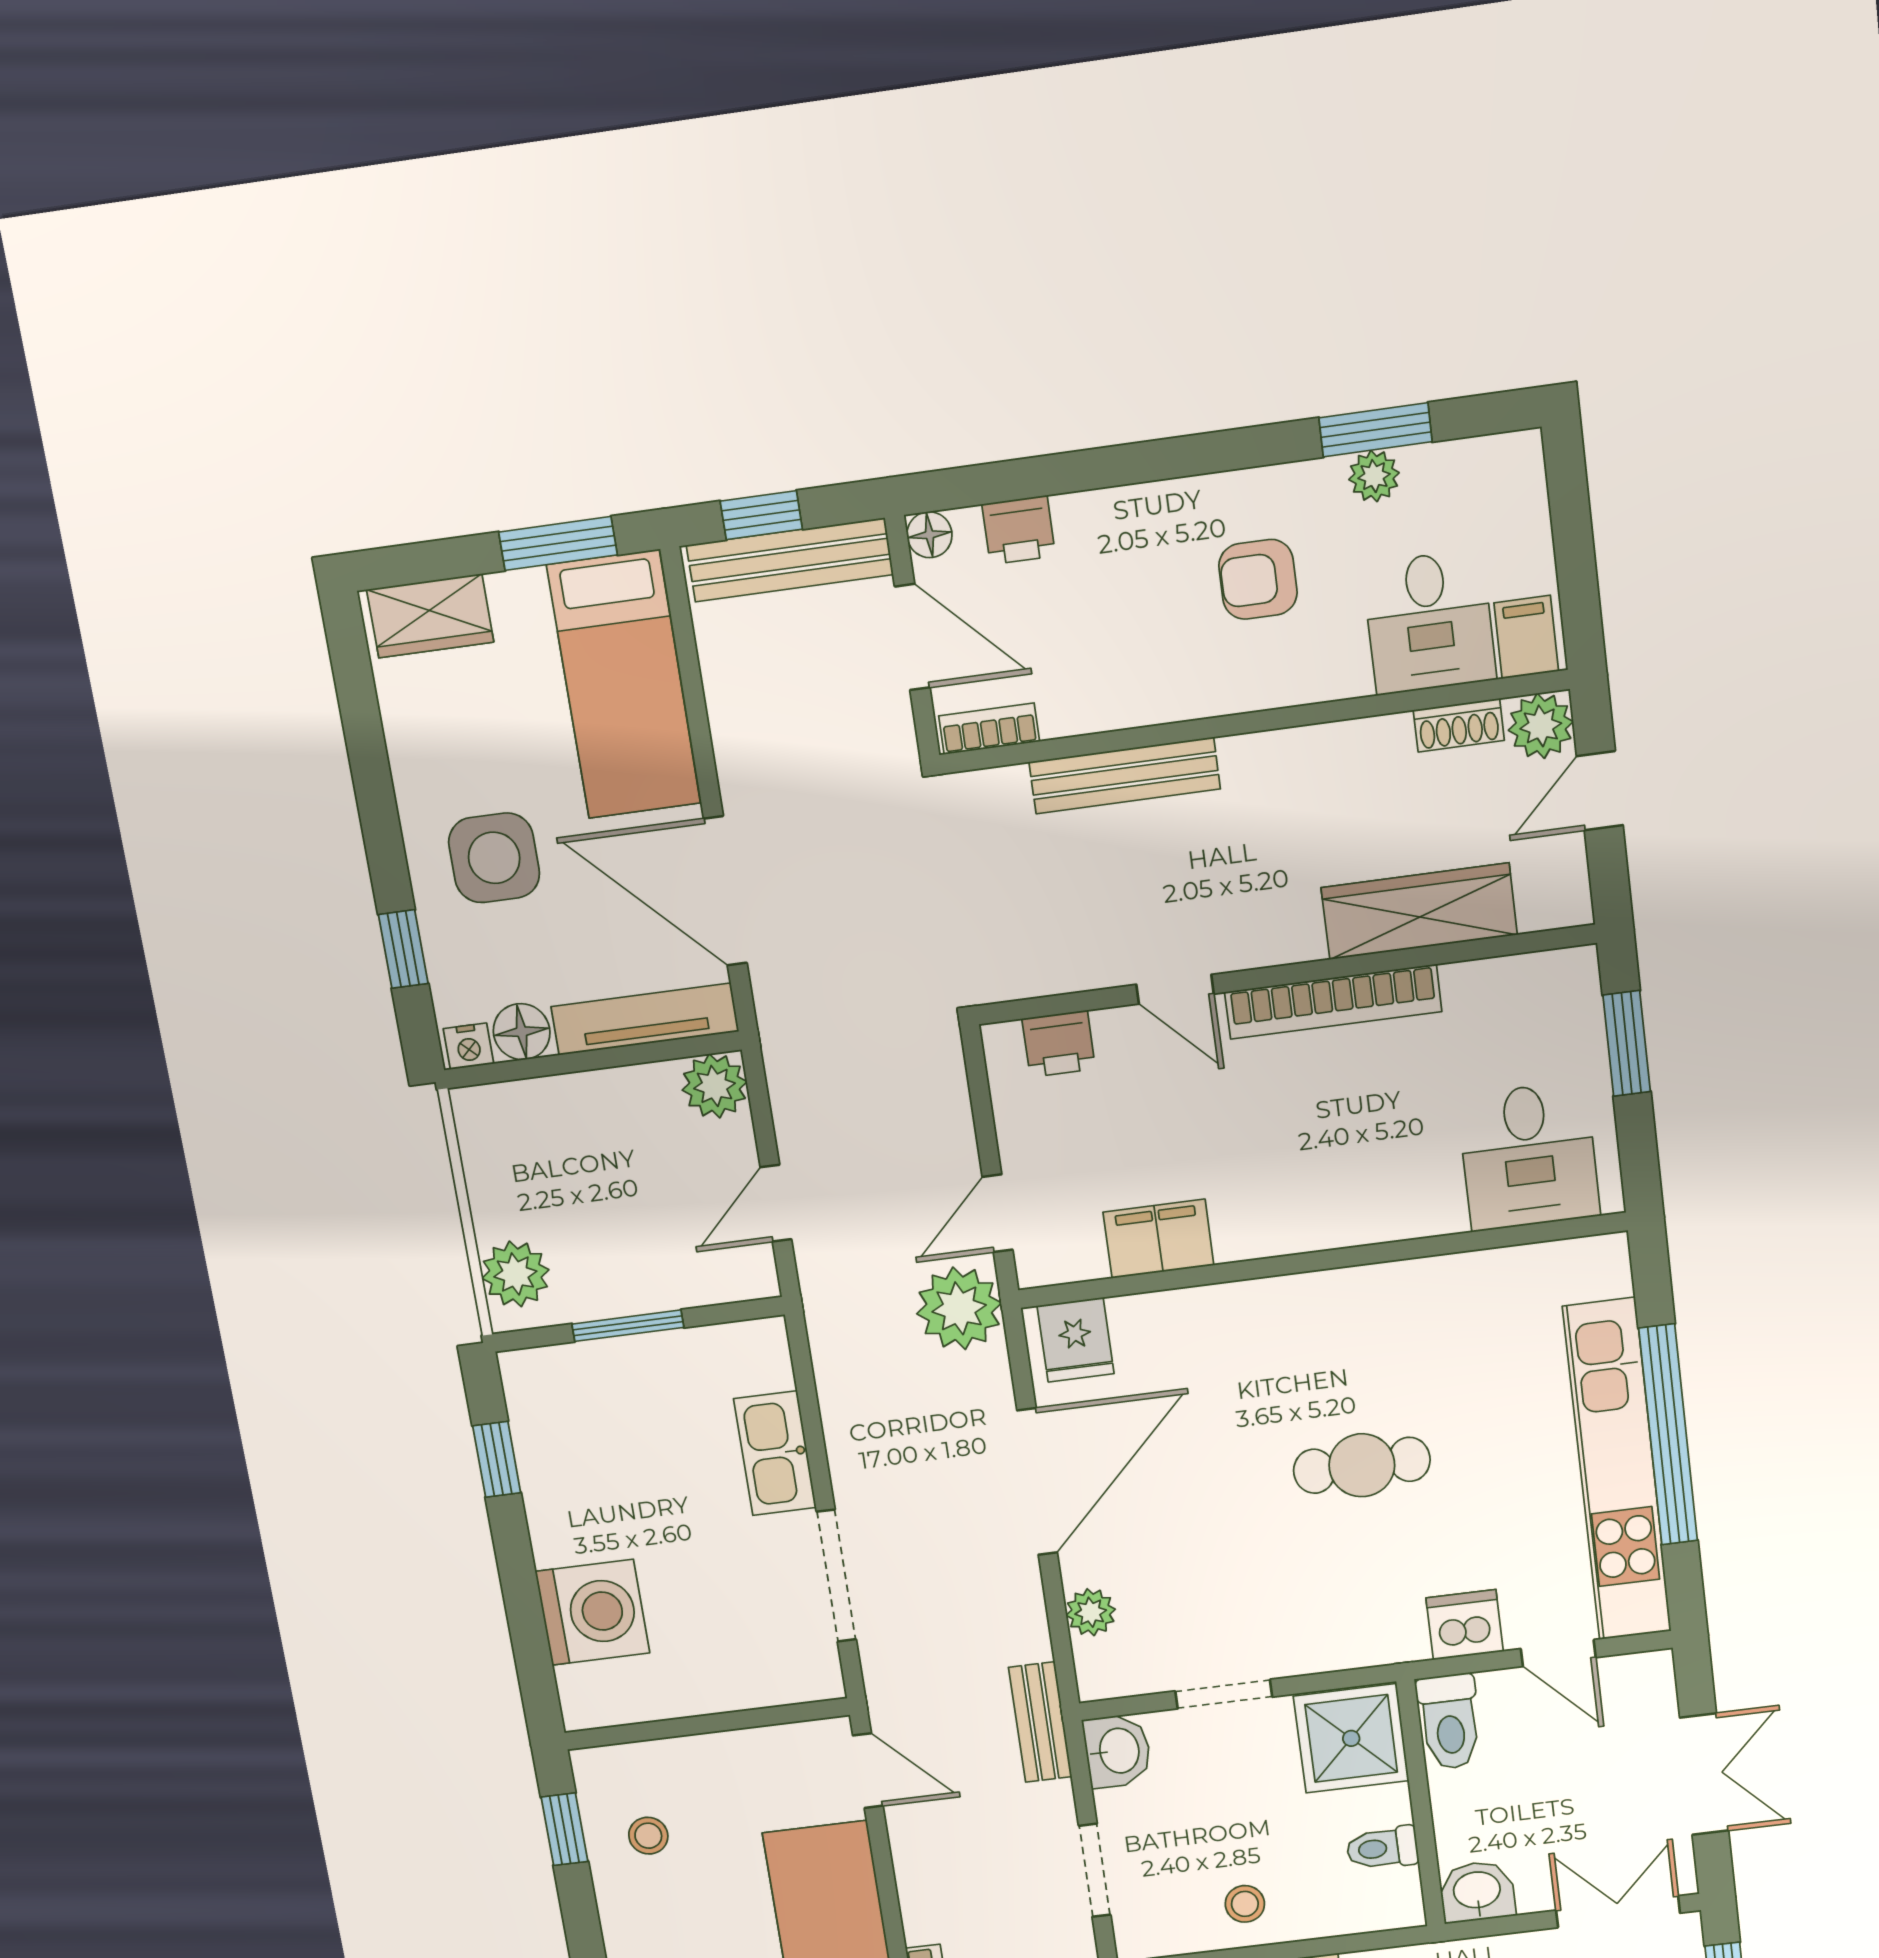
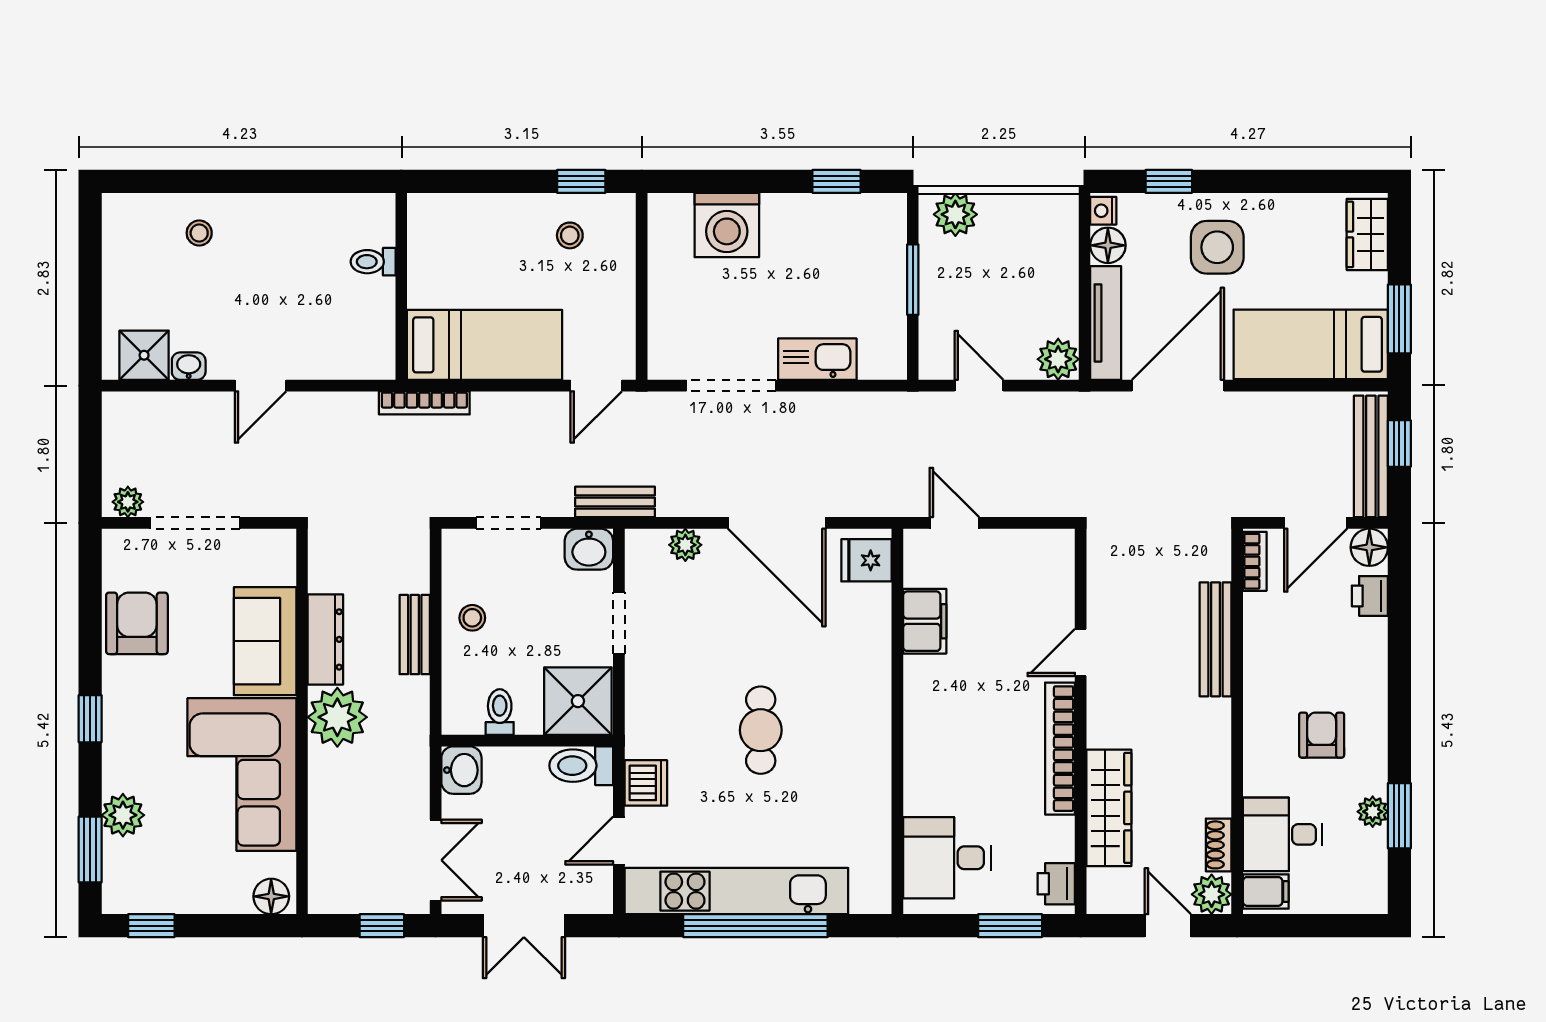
floor lamp: (929, 535) -> (1369, 547), width x1.37, depth x1.37
printer: (1059, 1044) -> (1056, 884), moved
plant: (959, 1308) -> (896, 490), removed

